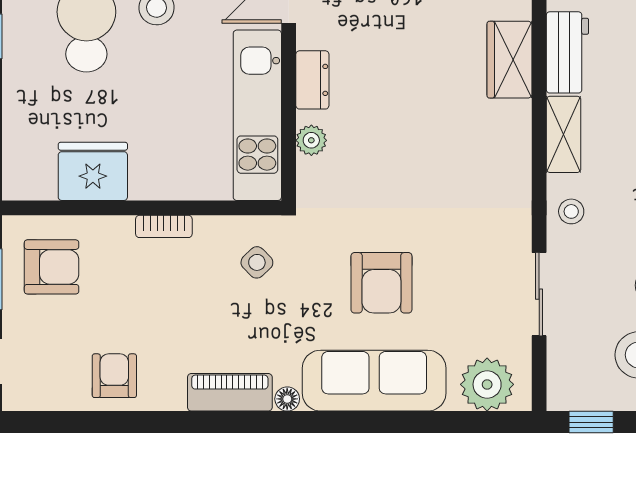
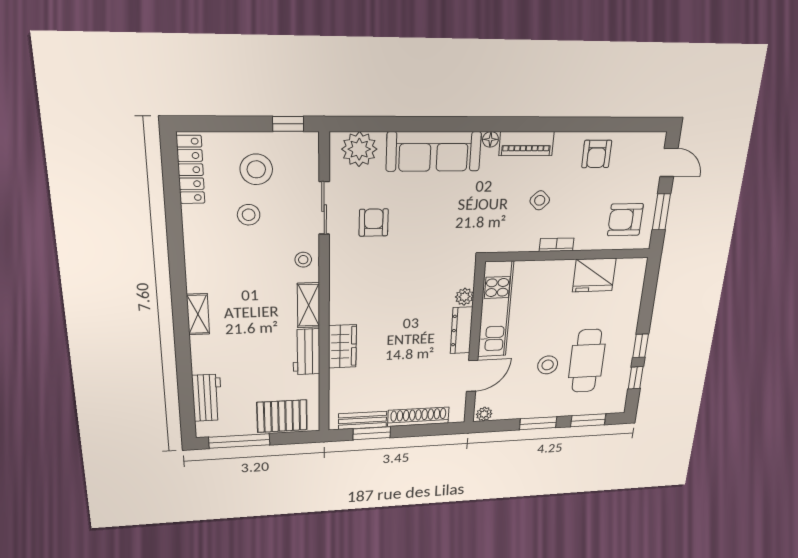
dresser: (312, 80) -> (462, 330), width x1.44
side table: (257, 262) -> (540, 200), moved
armchair: (381, 283) -> (374, 223), moved, width x0.72, depth x0.72

